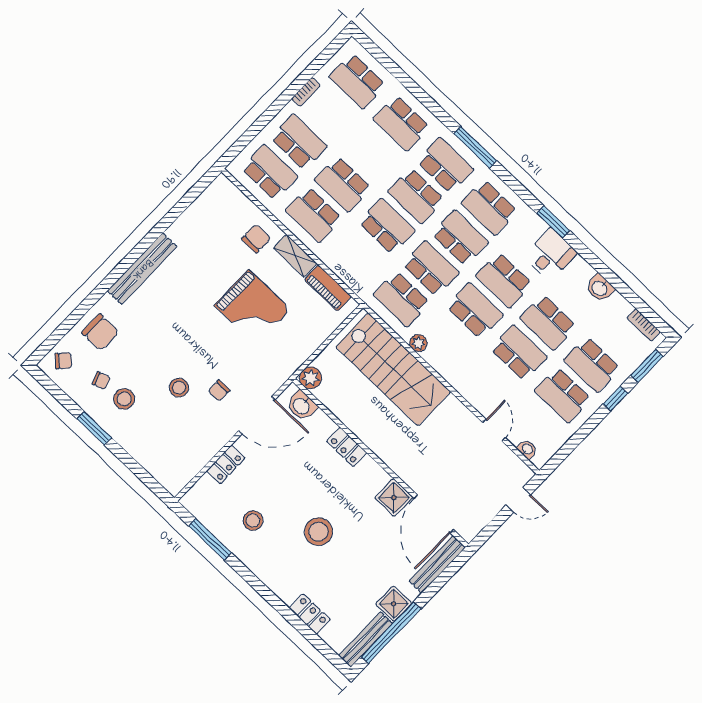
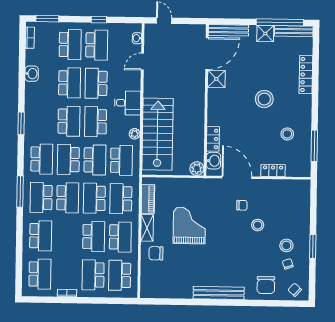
desk: (550, 255) -> (128, 103), moved, turned 180
school desk: (358, 257) -> (121, 199), added
school desk: (431, 268) -> (95, 160), turned 180
chair: (100, 332) -> (266, 285), turned 180
window: (615, 399) -> (99, 20), moved
locker: (347, 447) -> (213, 139), moved
locker: (310, 614) -> (306, 75), width x1.53

